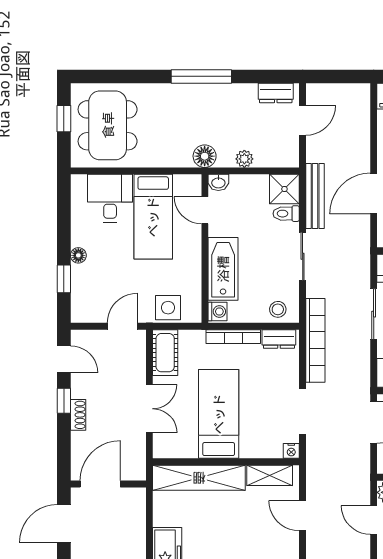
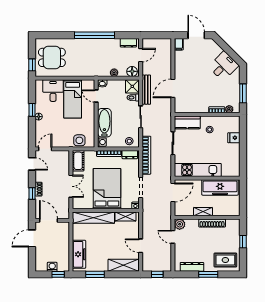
window: (201, 76) -> (95, 35), width x1.46
window: (64, 119) -> (32, 65), moved
dining table: (108, 125) -> (52, 57), width x0.73
floor lamp: (205, 156) -> (132, 71), moved
window: (64, 279) -> (32, 110), moved
door: (122, 326) -> (45, 149), moved
window: (64, 401) -> (32, 194), moved
bed: (219, 414) -> (107, 189), width x1.50
door: (100, 484) -> (49, 220), hinge flipped
door: (303, 516) -> (141, 246), moved

